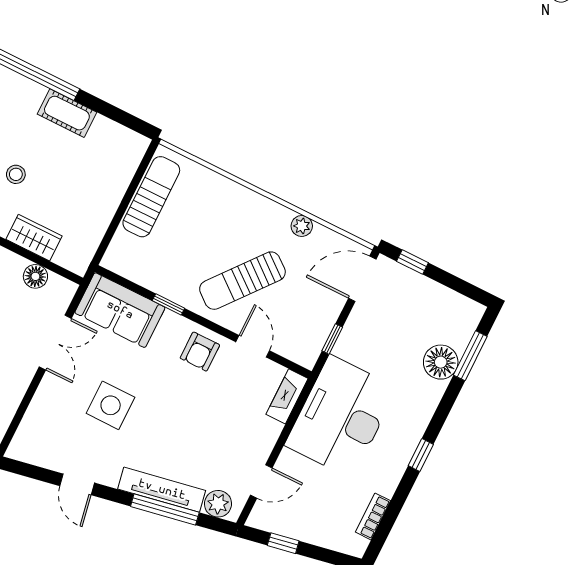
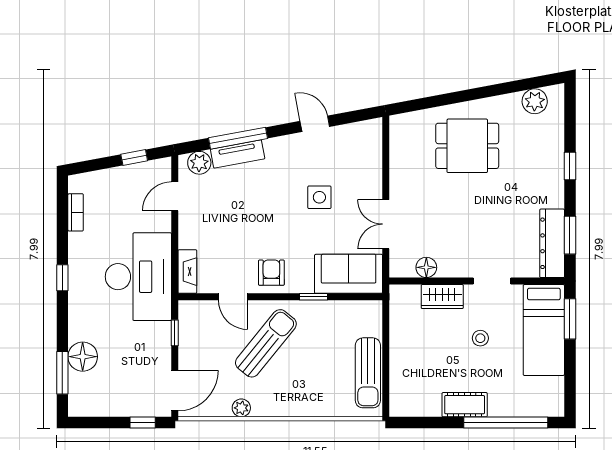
side table: (111, 405) -> (319, 197), width x0.73, depth x0.73
tv unit: (162, 490) -> (238, 154), width x0.71

